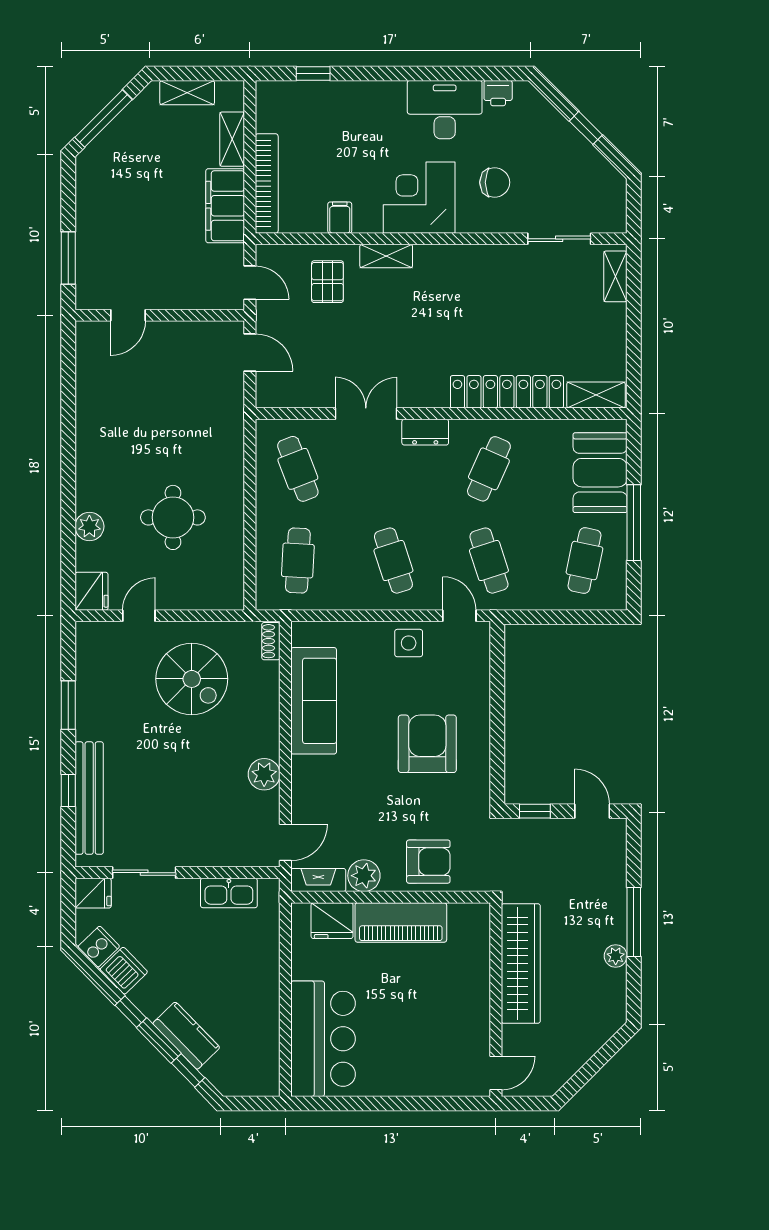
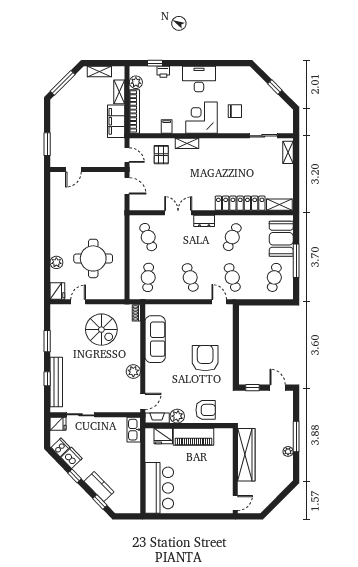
printer: (498, 93) -> (163, 72), moved
desk: (445, 110) -> (199, 79), moved
plant: (270, 117) -> (136, 82), added
round table: (173, 517) -> (93, 258), width x1.36, depth x1.36
side table: (409, 643) -> (197, 314), removed
kitchen sink: (229, 893) -> (134, 430), moved, turned 90

